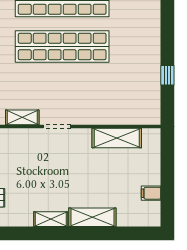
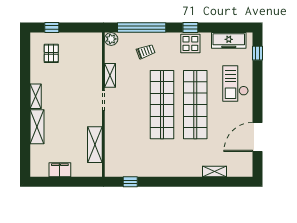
window: (167, 75) -> (130, 182), moved
filing cabinet: (151, 193) -> (60, 170), width x2.00

